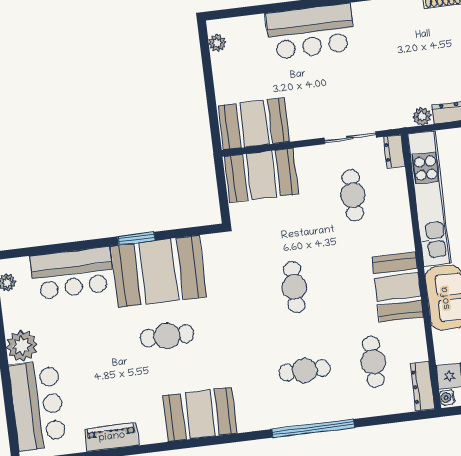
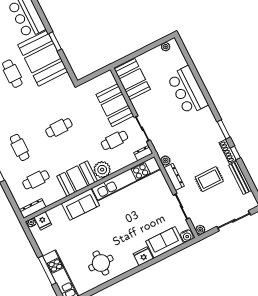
booth: (261, 175) -> (115, 105), moved
plant: (397, 236) -> (102, 170), added

